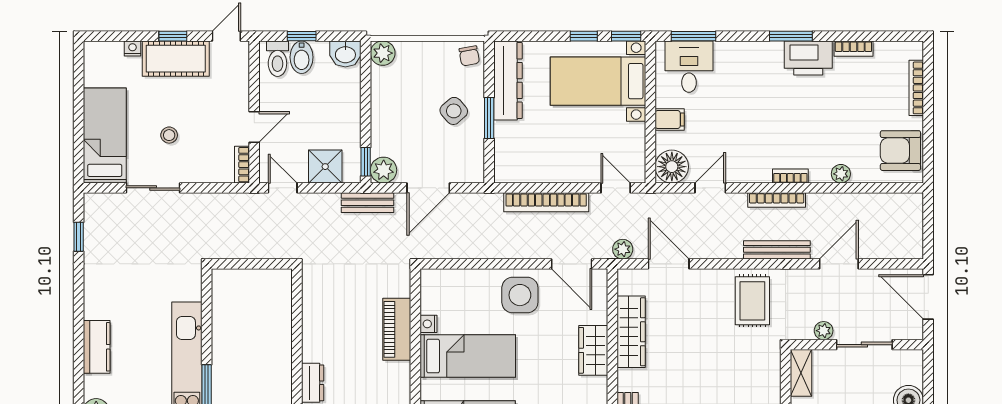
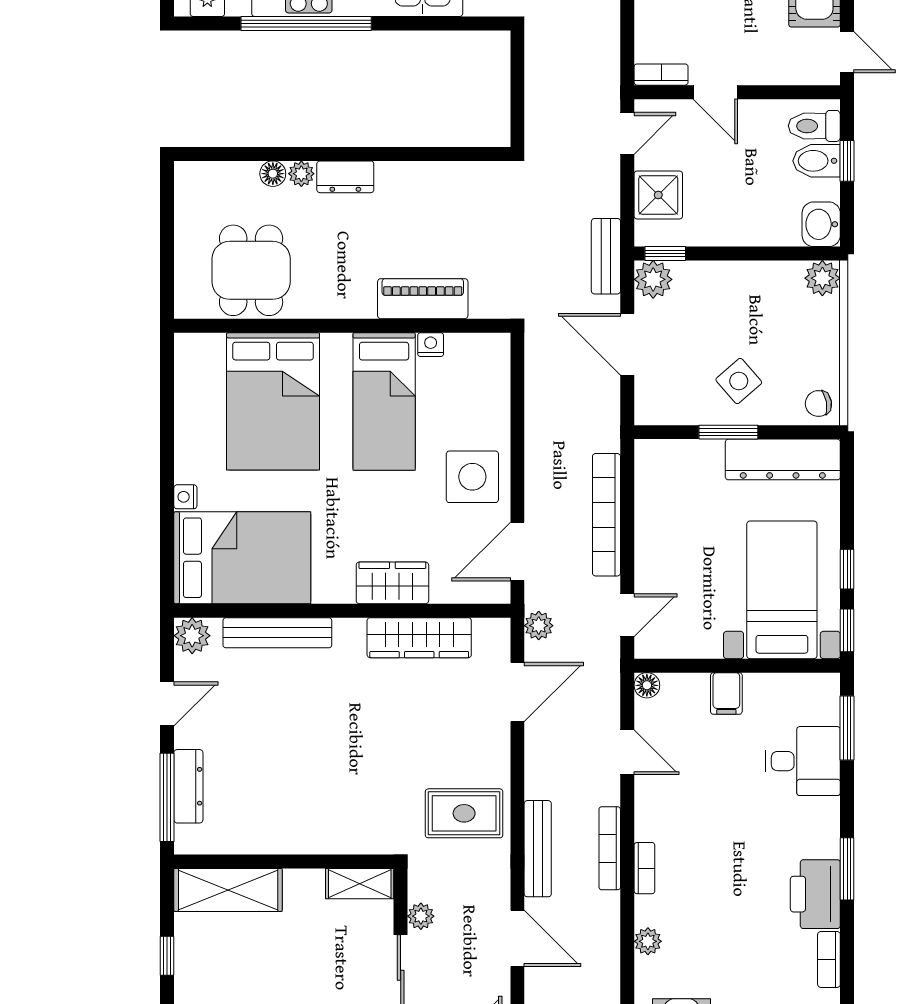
desk: (689, 67) -> (803, 761), moved
floor lamp: (672, 167) -> (647, 685), width x0.53, depth x0.53

